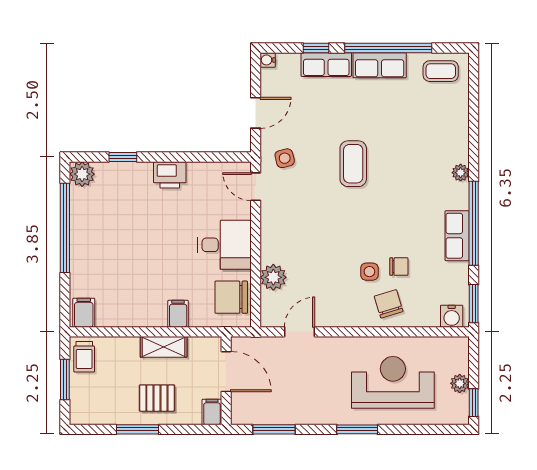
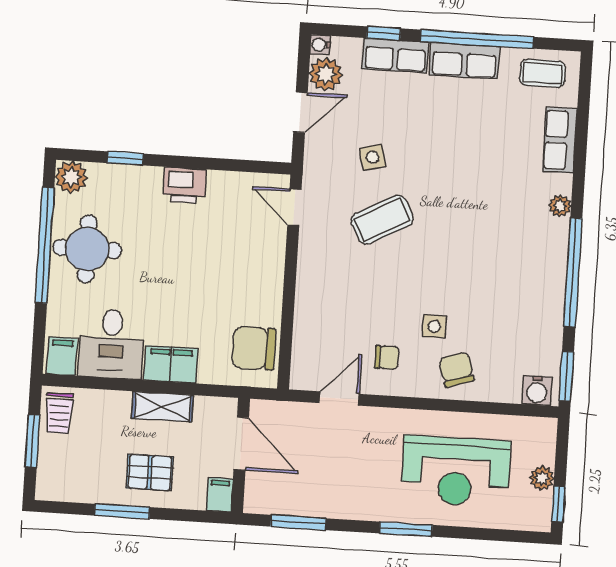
side table: (285, 158) -> (372, 157), moved
coffee table: (353, 164) -> (382, 220), moved, turned 62
round table: (98, 229) -> (87, 249), added
row of seats: (457, 236) -> (560, 140), moved
desk: (225, 245) -> (111, 344), moved, turned 90
chair: (399, 267) -> (387, 357), moved
plant: (273, 277) -> (326, 74), moved
filing cabinet: (178, 314) -> (171, 364), width x2.00
reception desk: (393, 382) -> (456, 471), turned 180

